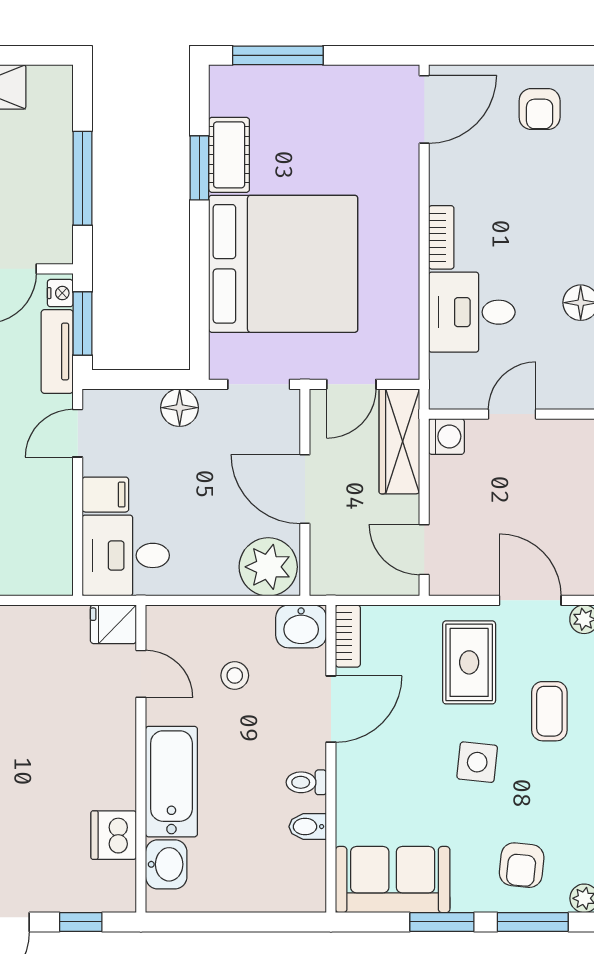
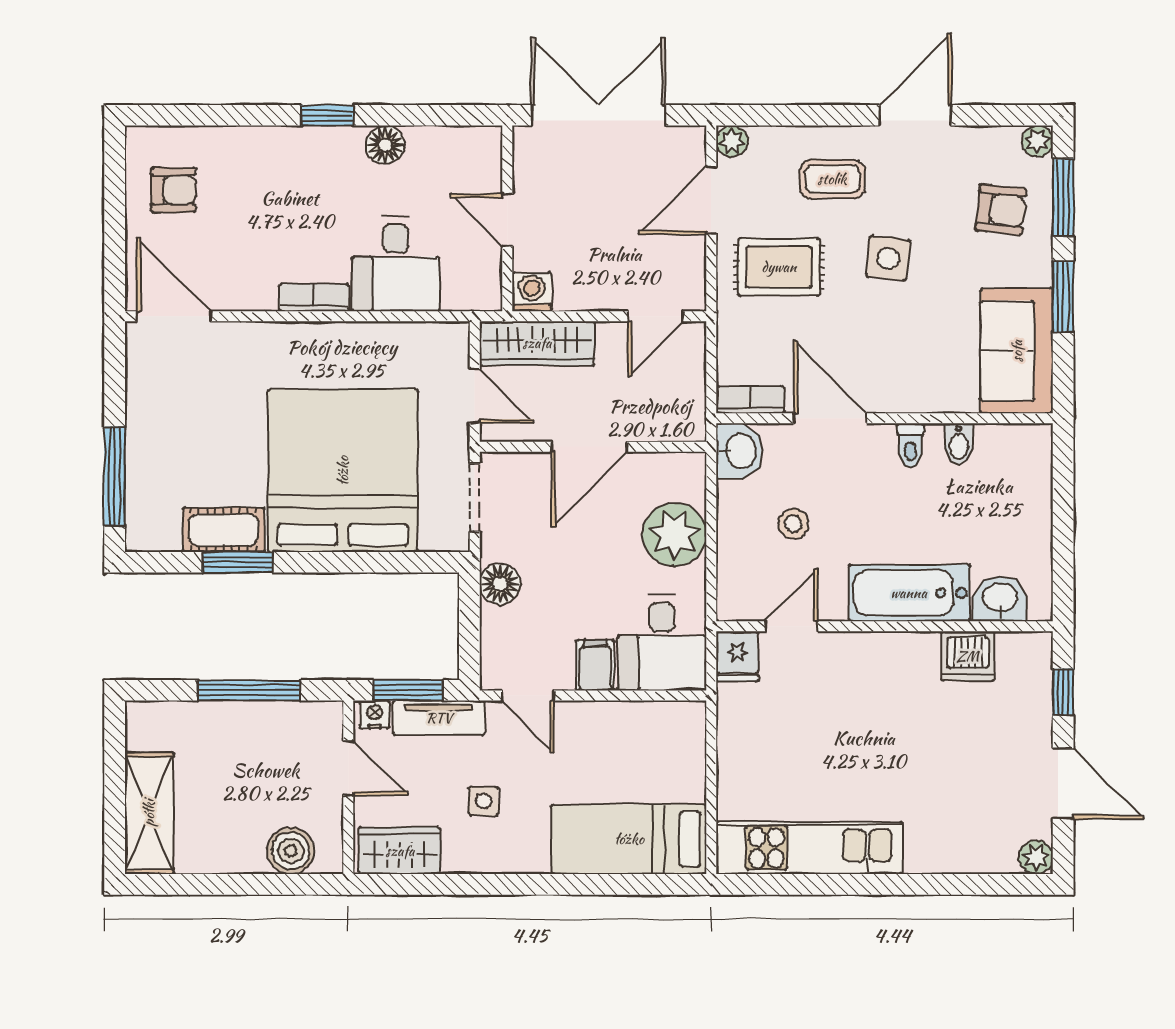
plant: (268, 567) -> (674, 535), moved

